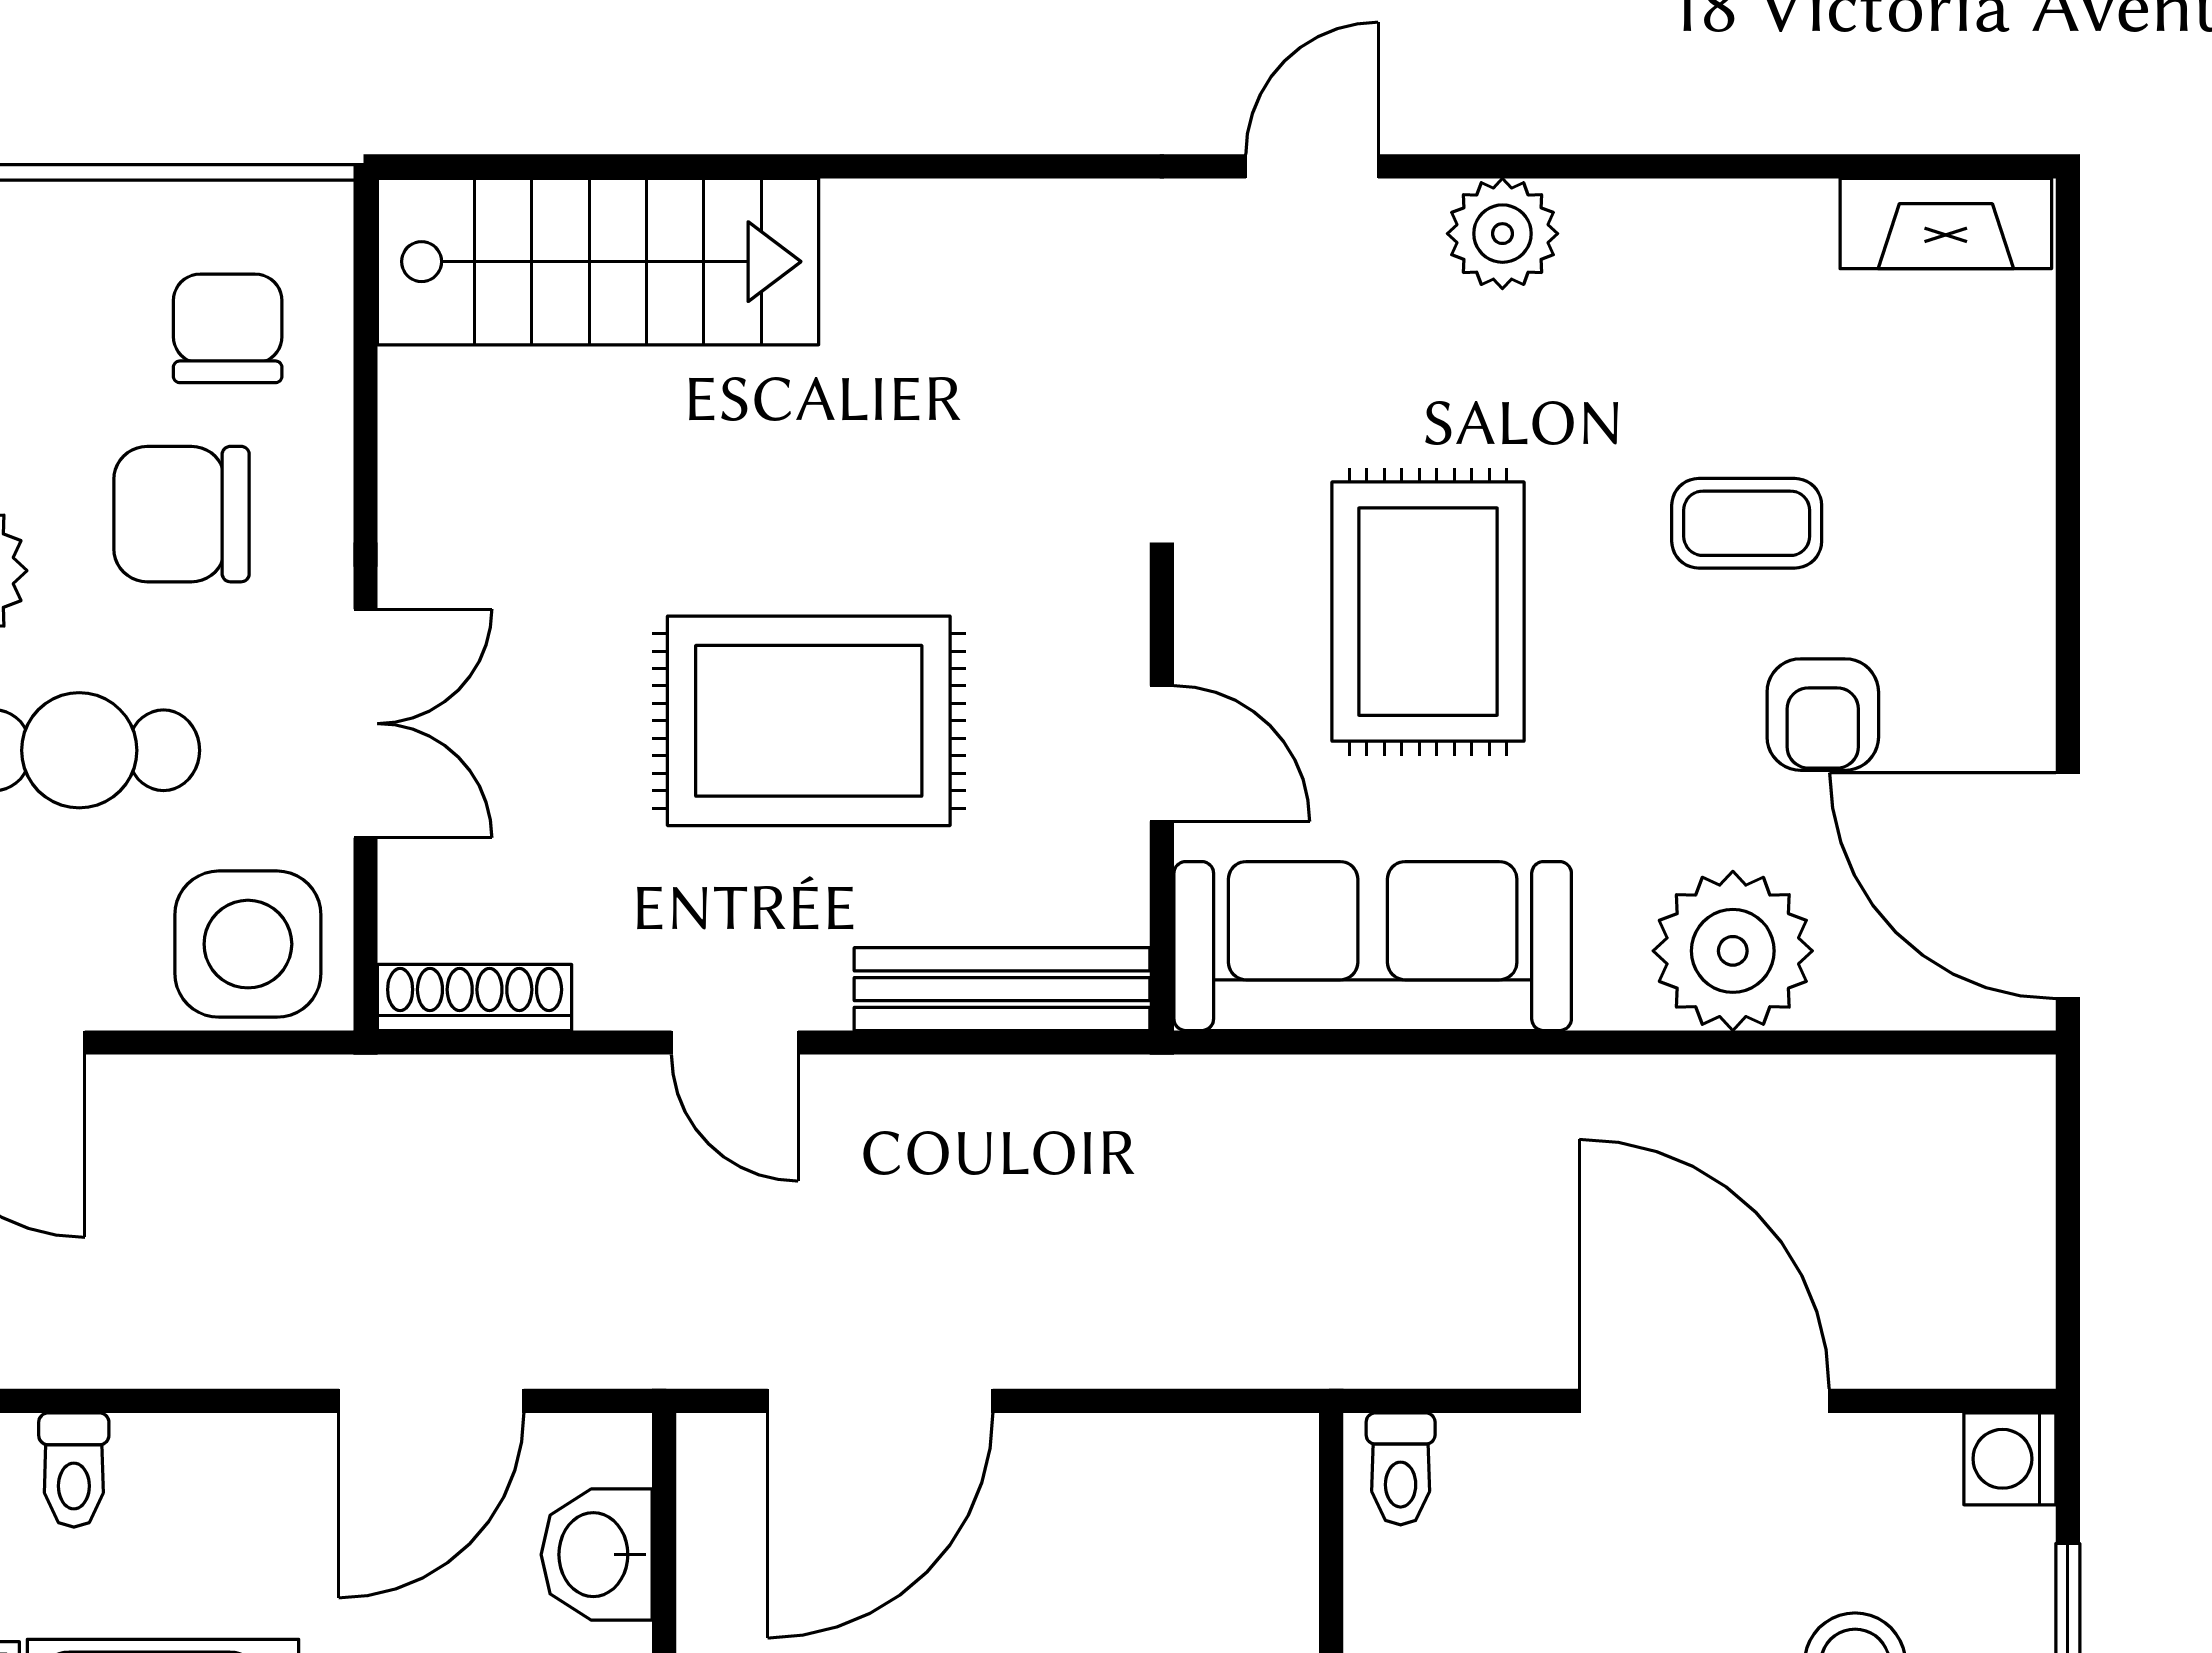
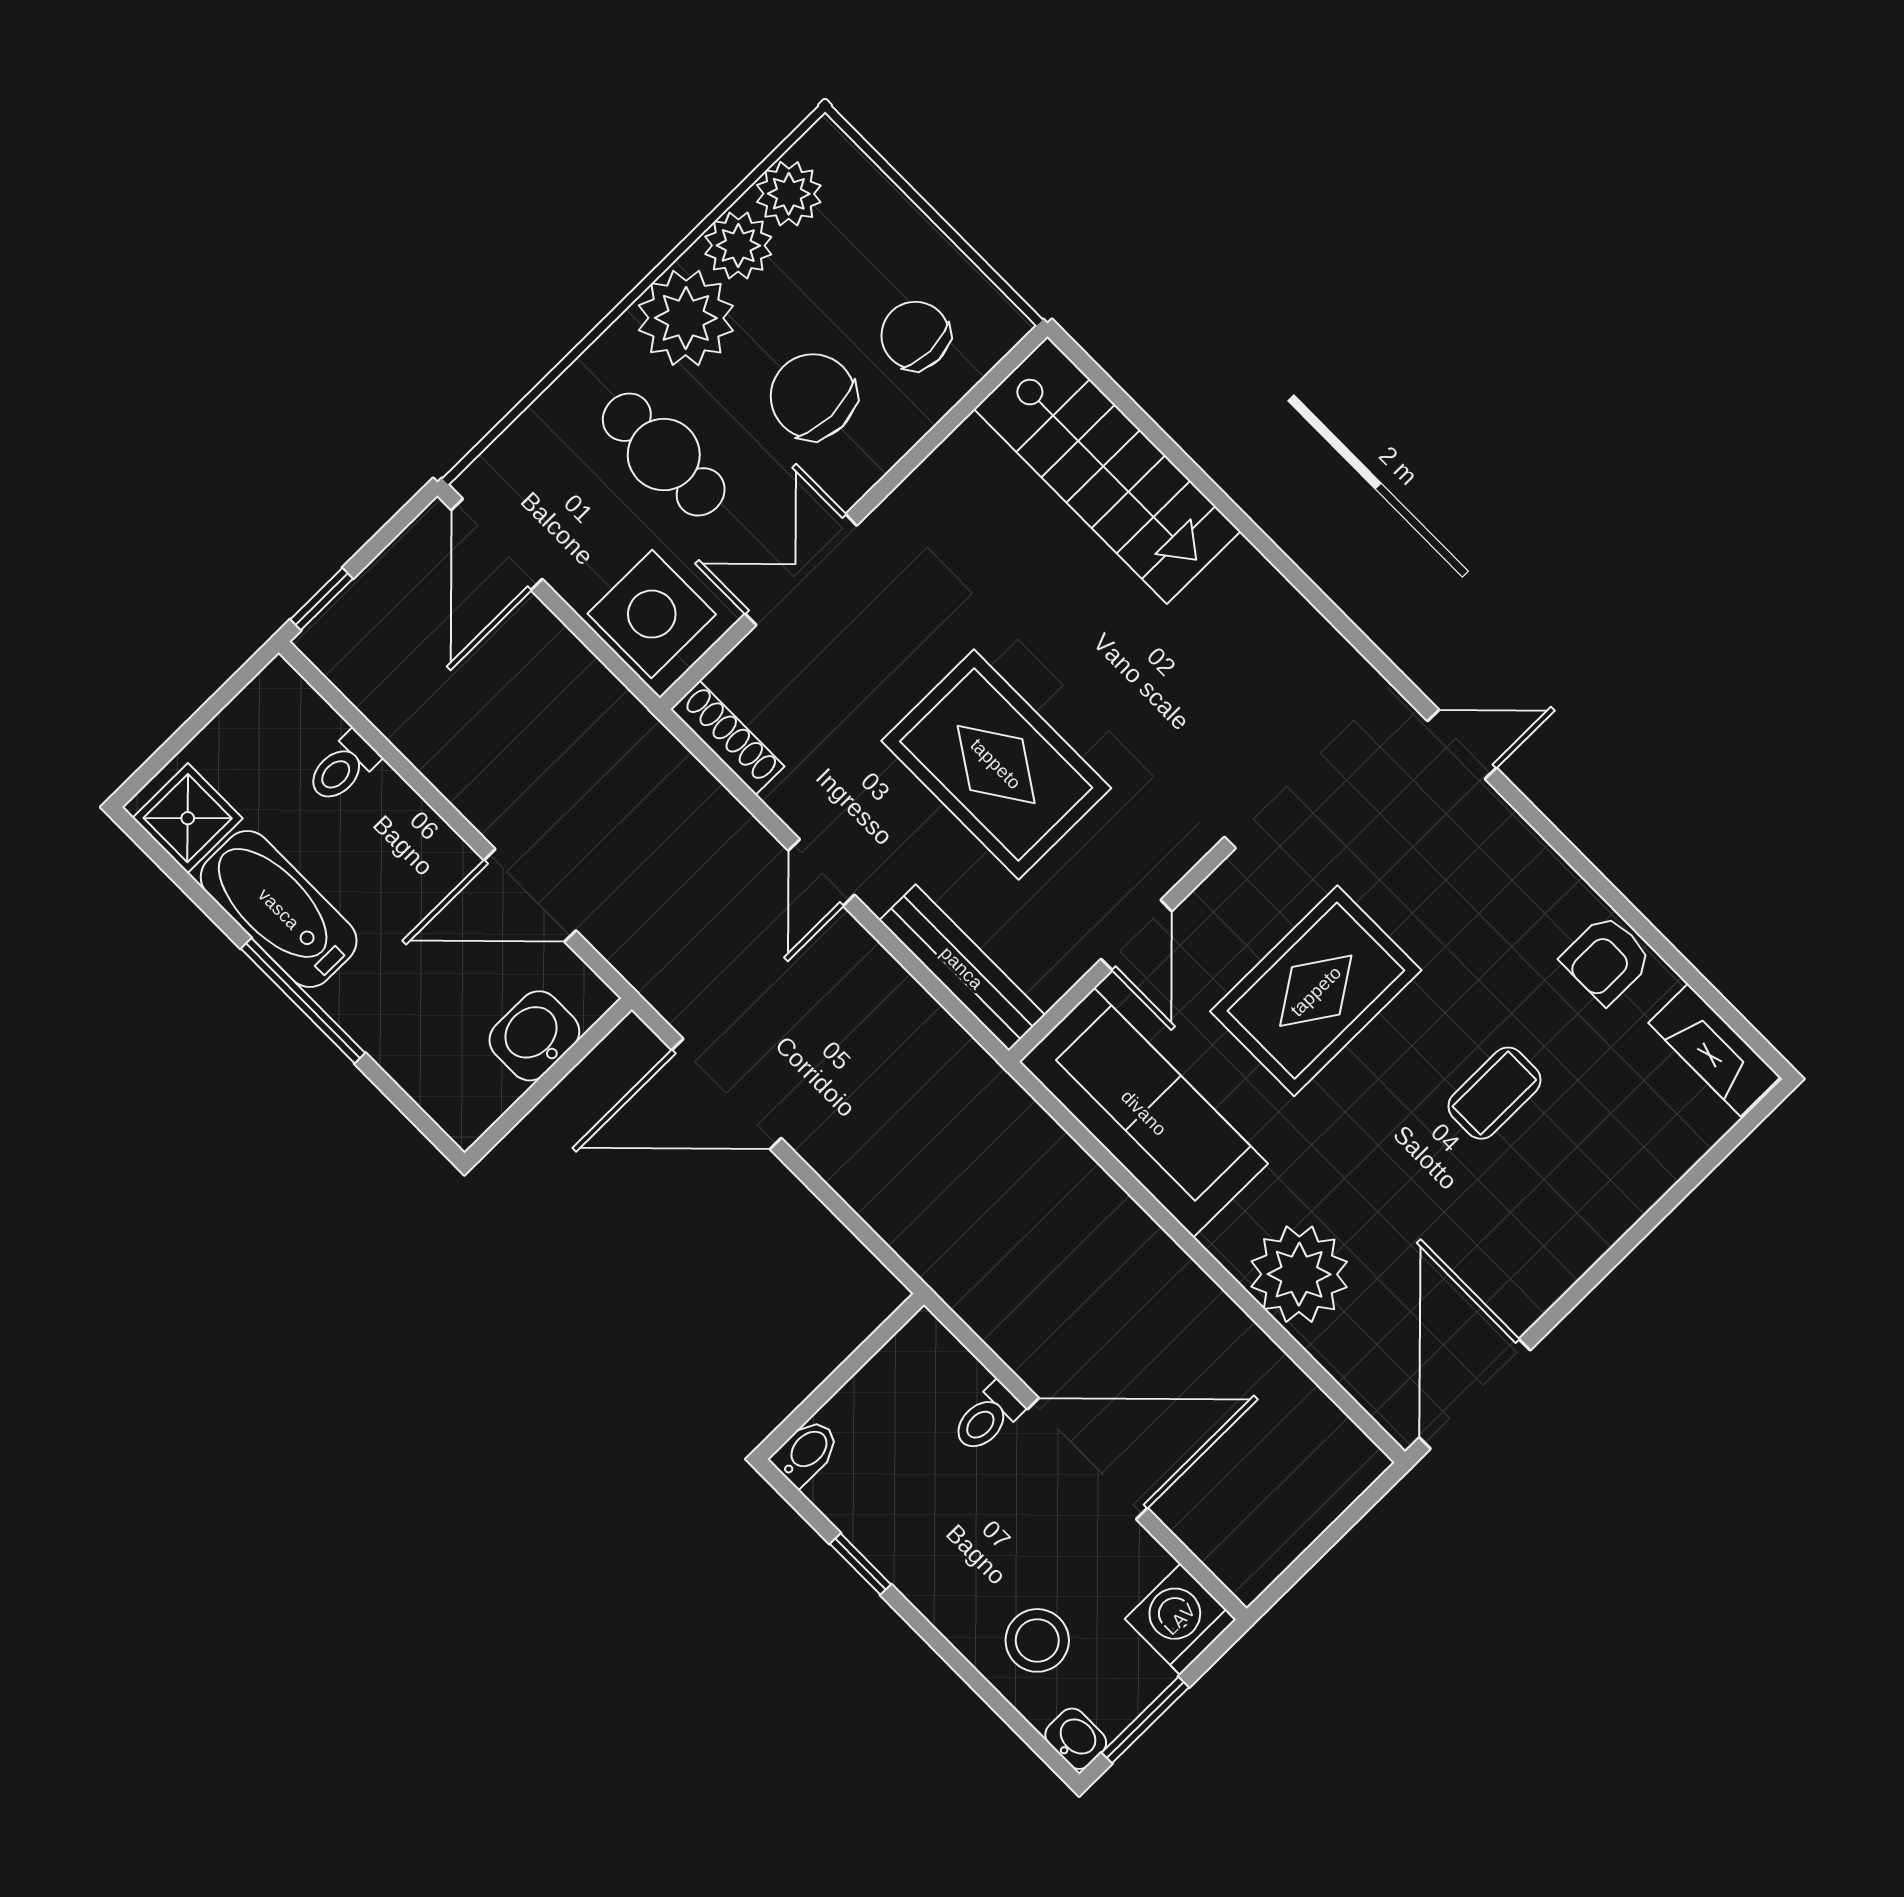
plant: (1502, 234) -> (1516, 858), removed
chair: (228, 328) -> (915, 335), turned -90
coffee table: (1747, 523) -> (1494, 1093), turned 90
armchair: (1823, 715) -> (1607, 959), moved
double door: (366, 724) -> (801, 570), swing flipped
door: (1704, 1401) -> (1087, 1459), hinge flipped
washing machine: (2010, 1459) -> (1180, 1619), width x1.38, depth x1.38
toilet: (1401, 1469) -> (987, 1418), moved

